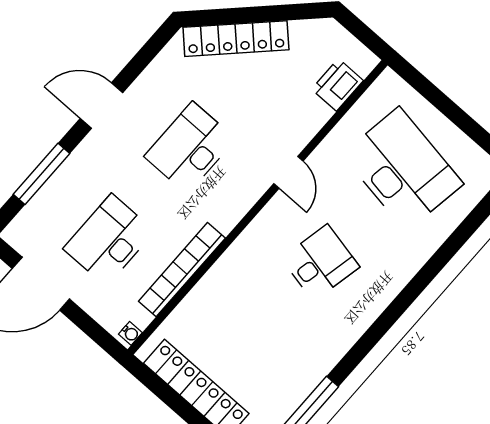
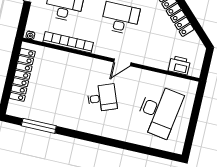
door: (288, 172) -> (122, 62), moved
desk: (320, 263) -> (102, 98), turned -33

